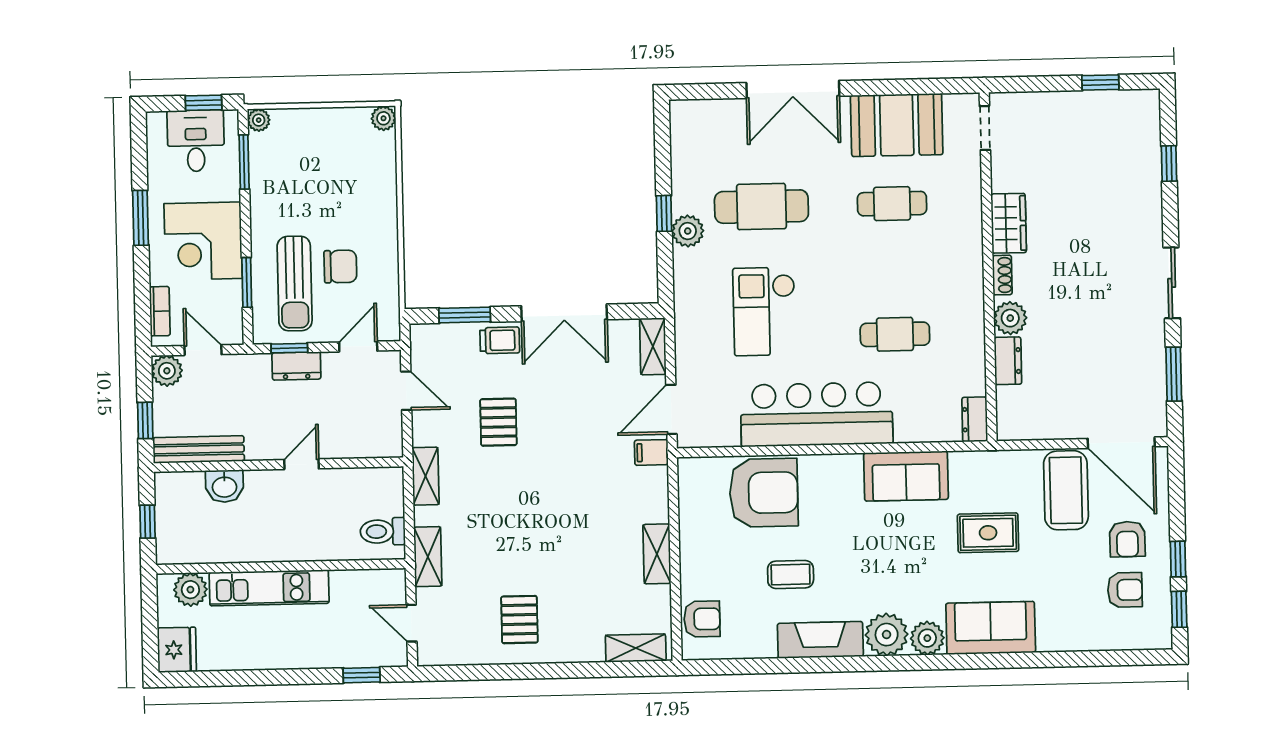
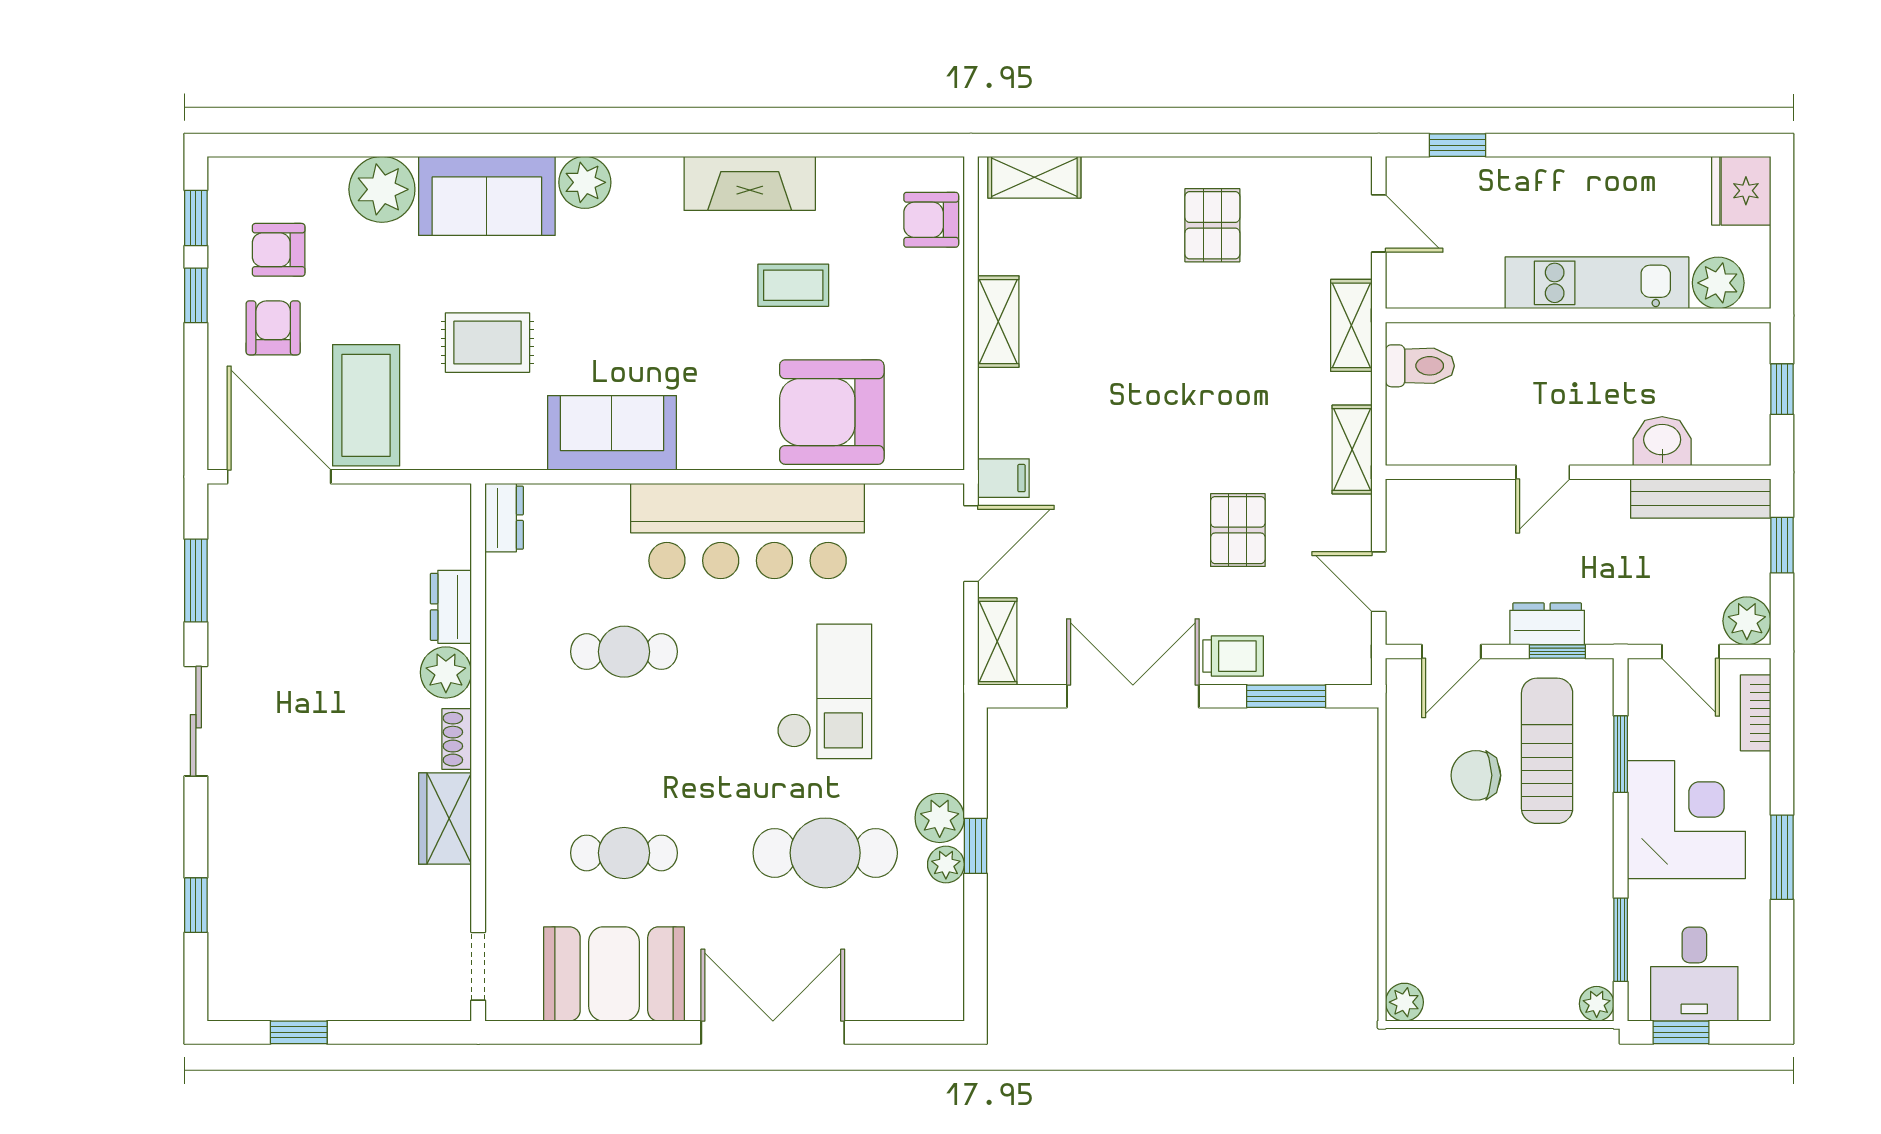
plant: (683, 201) -> (946, 865), added
trolley: (500, 340) -> (1233, 656), turned 180
plant: (887, 635) -> (382, 189), moved

